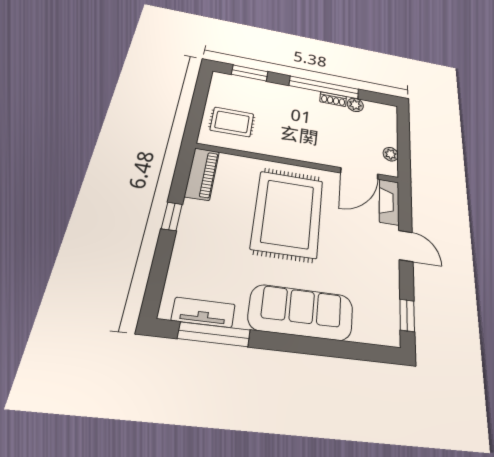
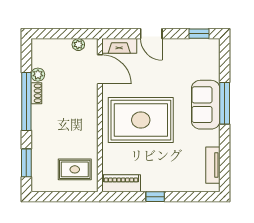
rug: (232, 122) -> (75, 169), turned 90
door: (406, 246) -> (151, 34), swing flipped
sofa: (301, 312) -> (206, 105), width x0.73
window: (214, 334) -> (225, 103), moved

